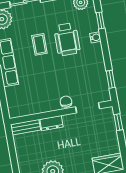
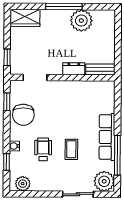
wheelchair: (67, 39) -> (43, 149), width x0.73, depth x0.73
chair: (66, 102) -> (23, 115), moved, width x1.87, depth x1.87

